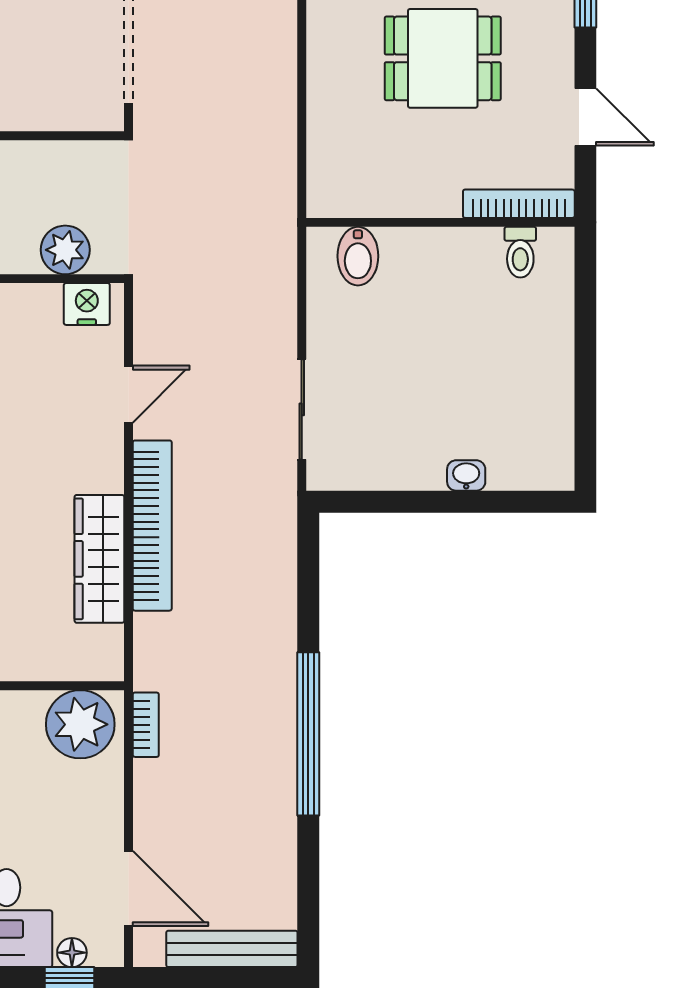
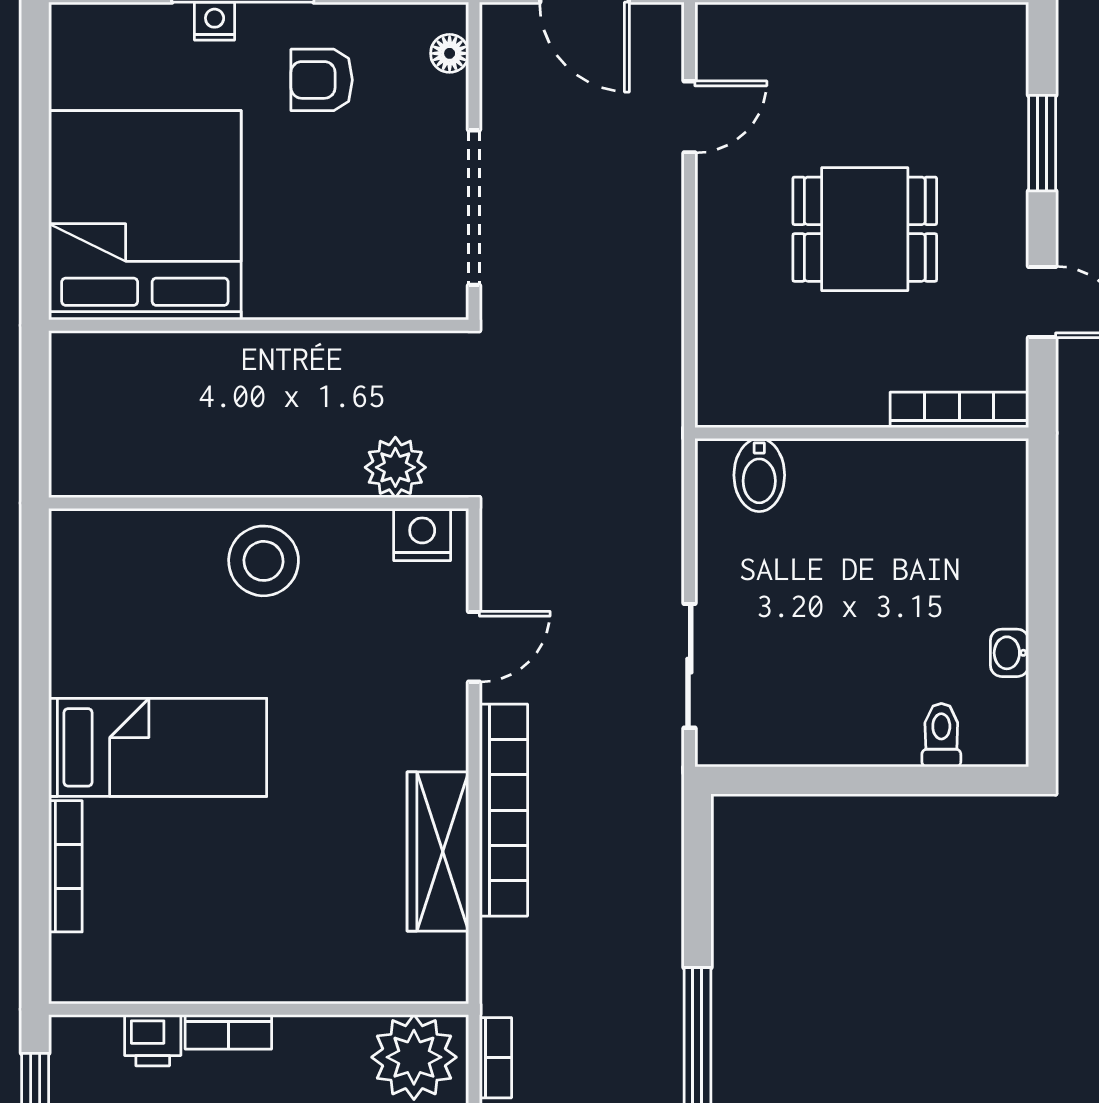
toilet: (520, 252) -> (941, 735), moved, turned 180
washbasin: (466, 475) -> (1010, 653), moved, turned -90

